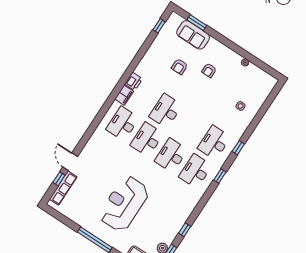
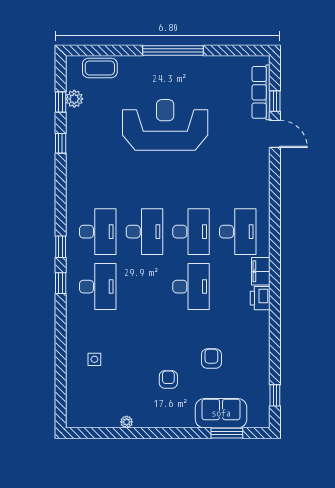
window: (238, 148) -> (61, 283), moved
reception desk: (124, 204) -> (165, 125), turned -90

